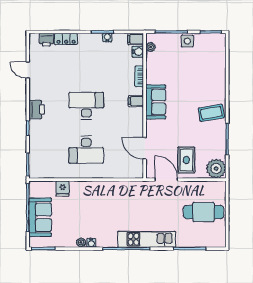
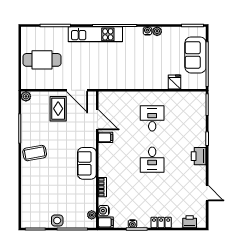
locker: (66, 39) -> (161, 223), moved
filing cabinet: (136, 101) -> (106, 137), moved
desk: (86, 106) -> (152, 160), width x0.73
desk: (86, 150) -> (152, 118), width x0.73
plant: (216, 169) -> (26, 96), width x0.53, depth x0.53

